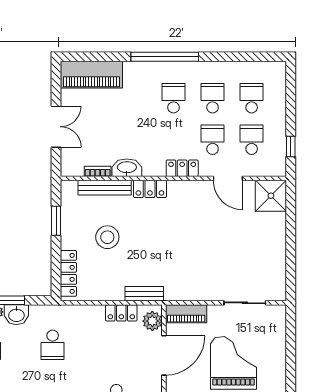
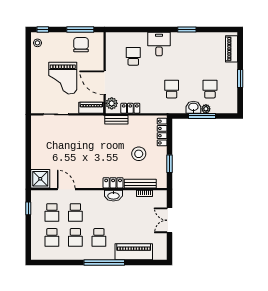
piano: (91, 75) -> (134, 252), moved
washbasin: (127, 168) -> (113, 196), moved
locker: (182, 168) -> (94, 195), removed
door: (164, 355) -> (105, 83), hinge flipped

